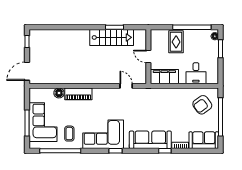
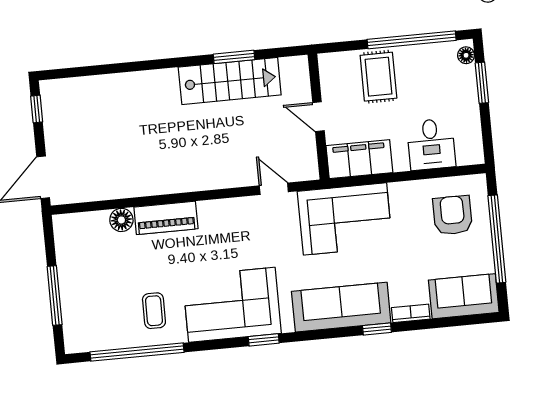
armchair: (202, 105) -> (453, 215), turned 126
corner sofa: (43, 122) -> (345, 219), moved, turned 90

